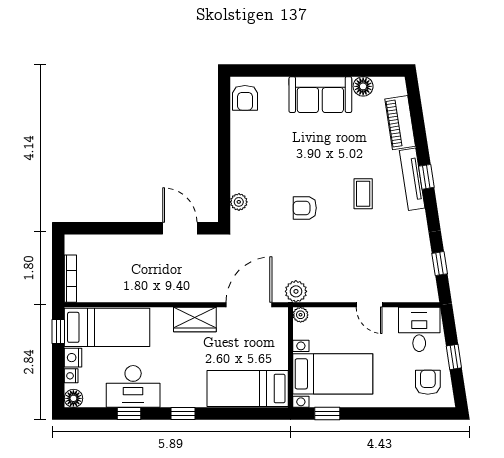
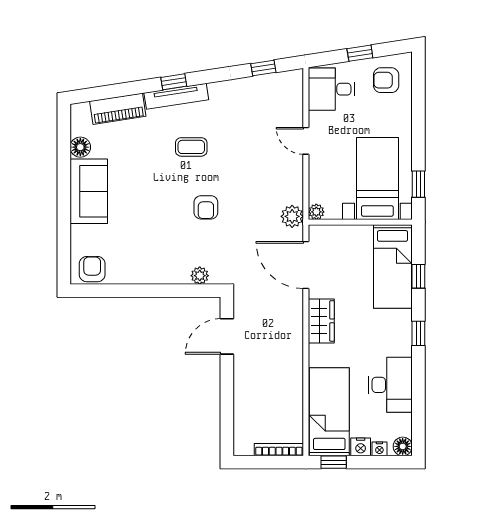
armchair: (245, 98) -> (92, 269), turned -90
door: (369, 305) -> (306, 141), swing flipped
window: (129, 414) -> (418, 276), moved

